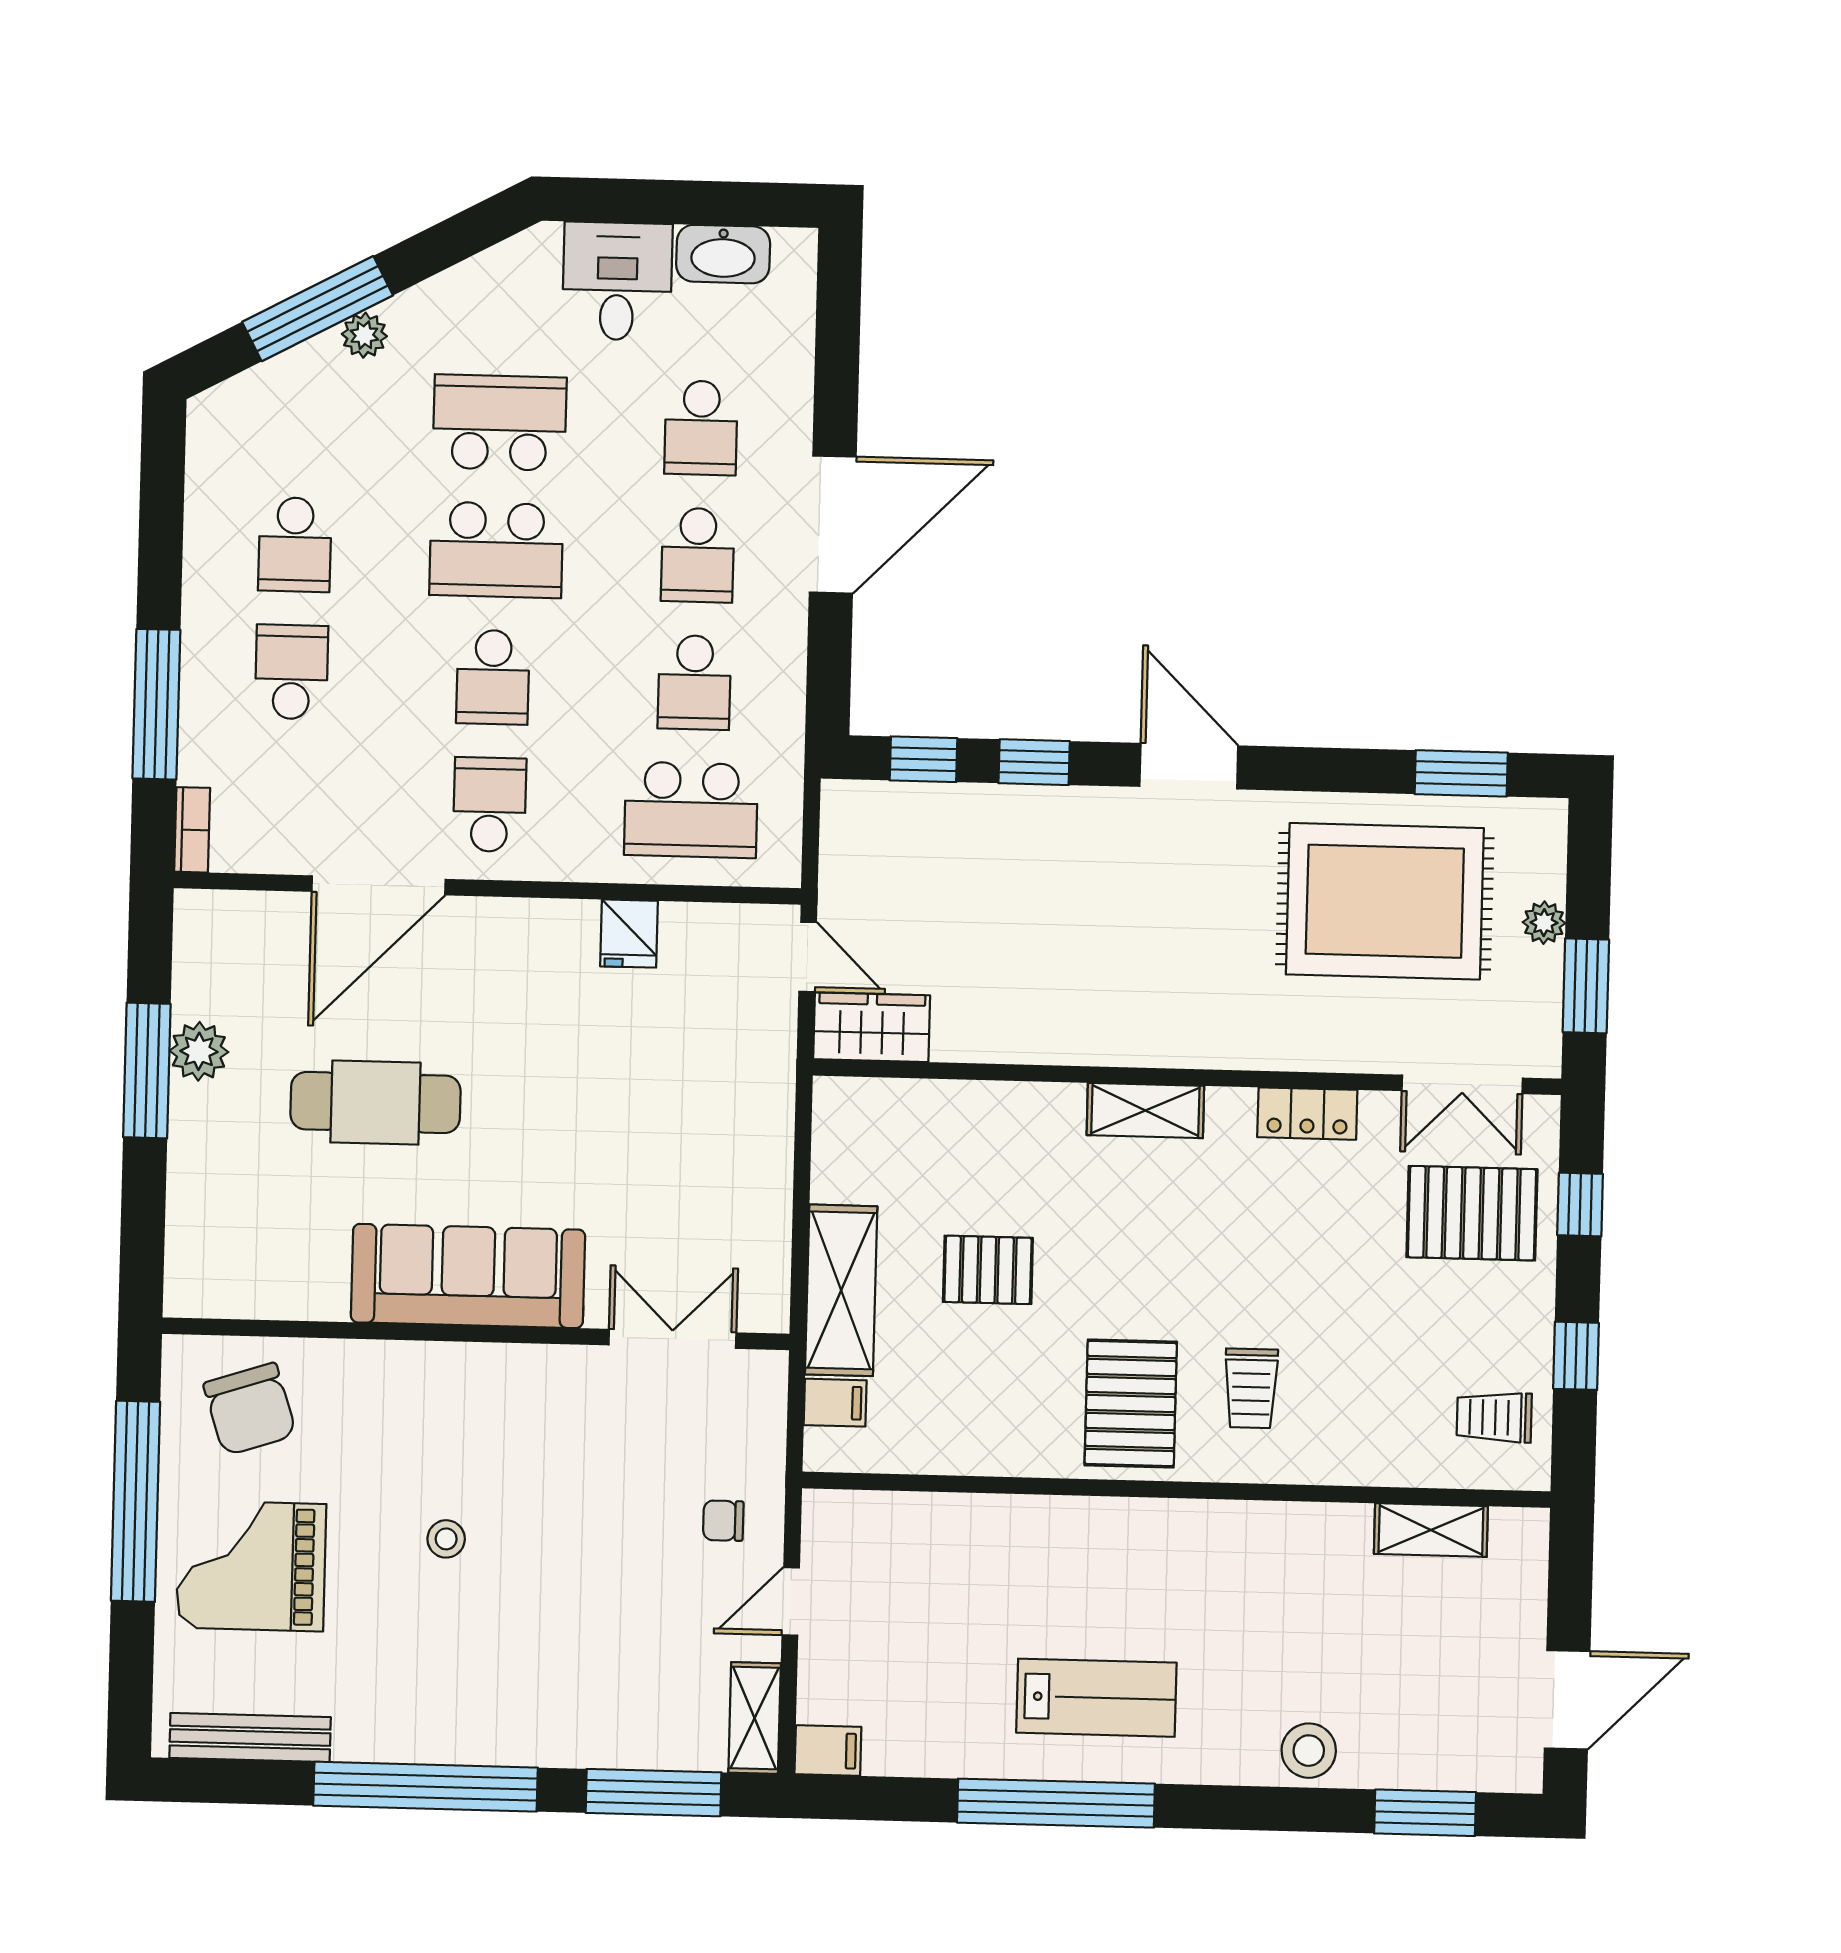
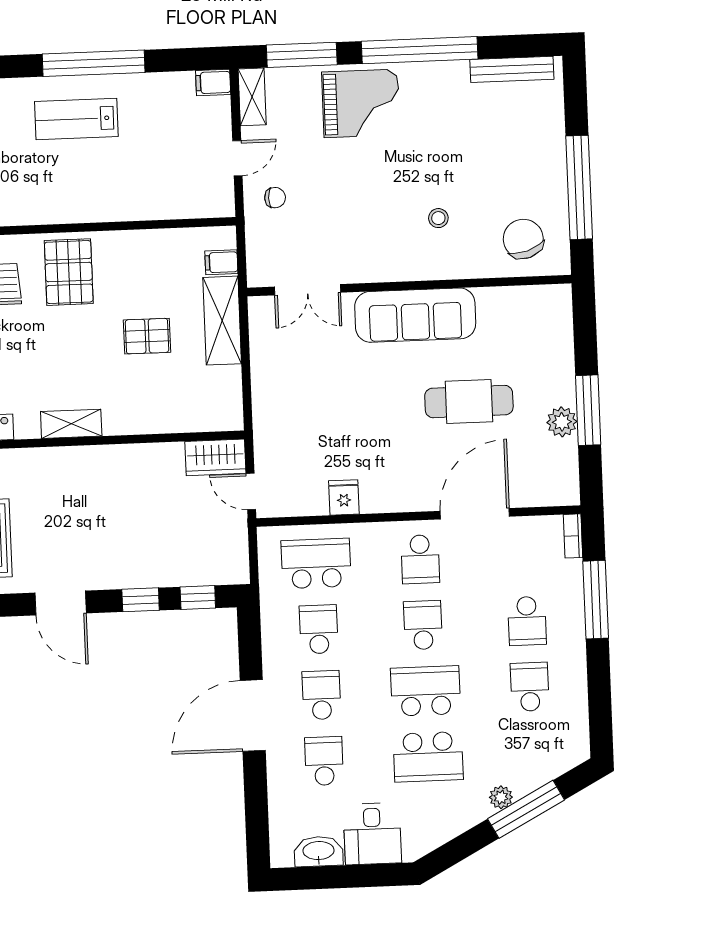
stool: (446, 1539) -> (438, 218), moved
grand piano: (251, 1566) -> (361, 103), moved

